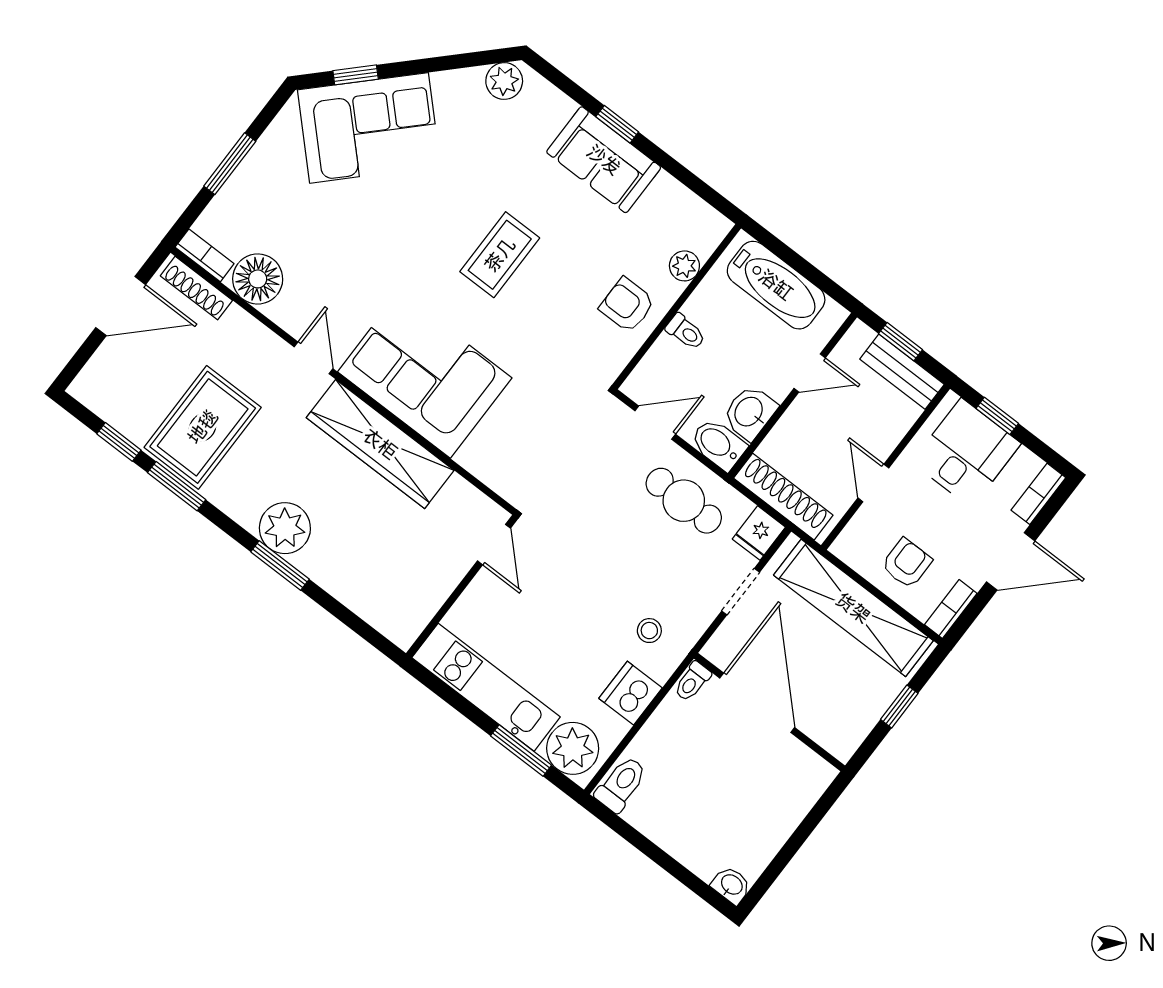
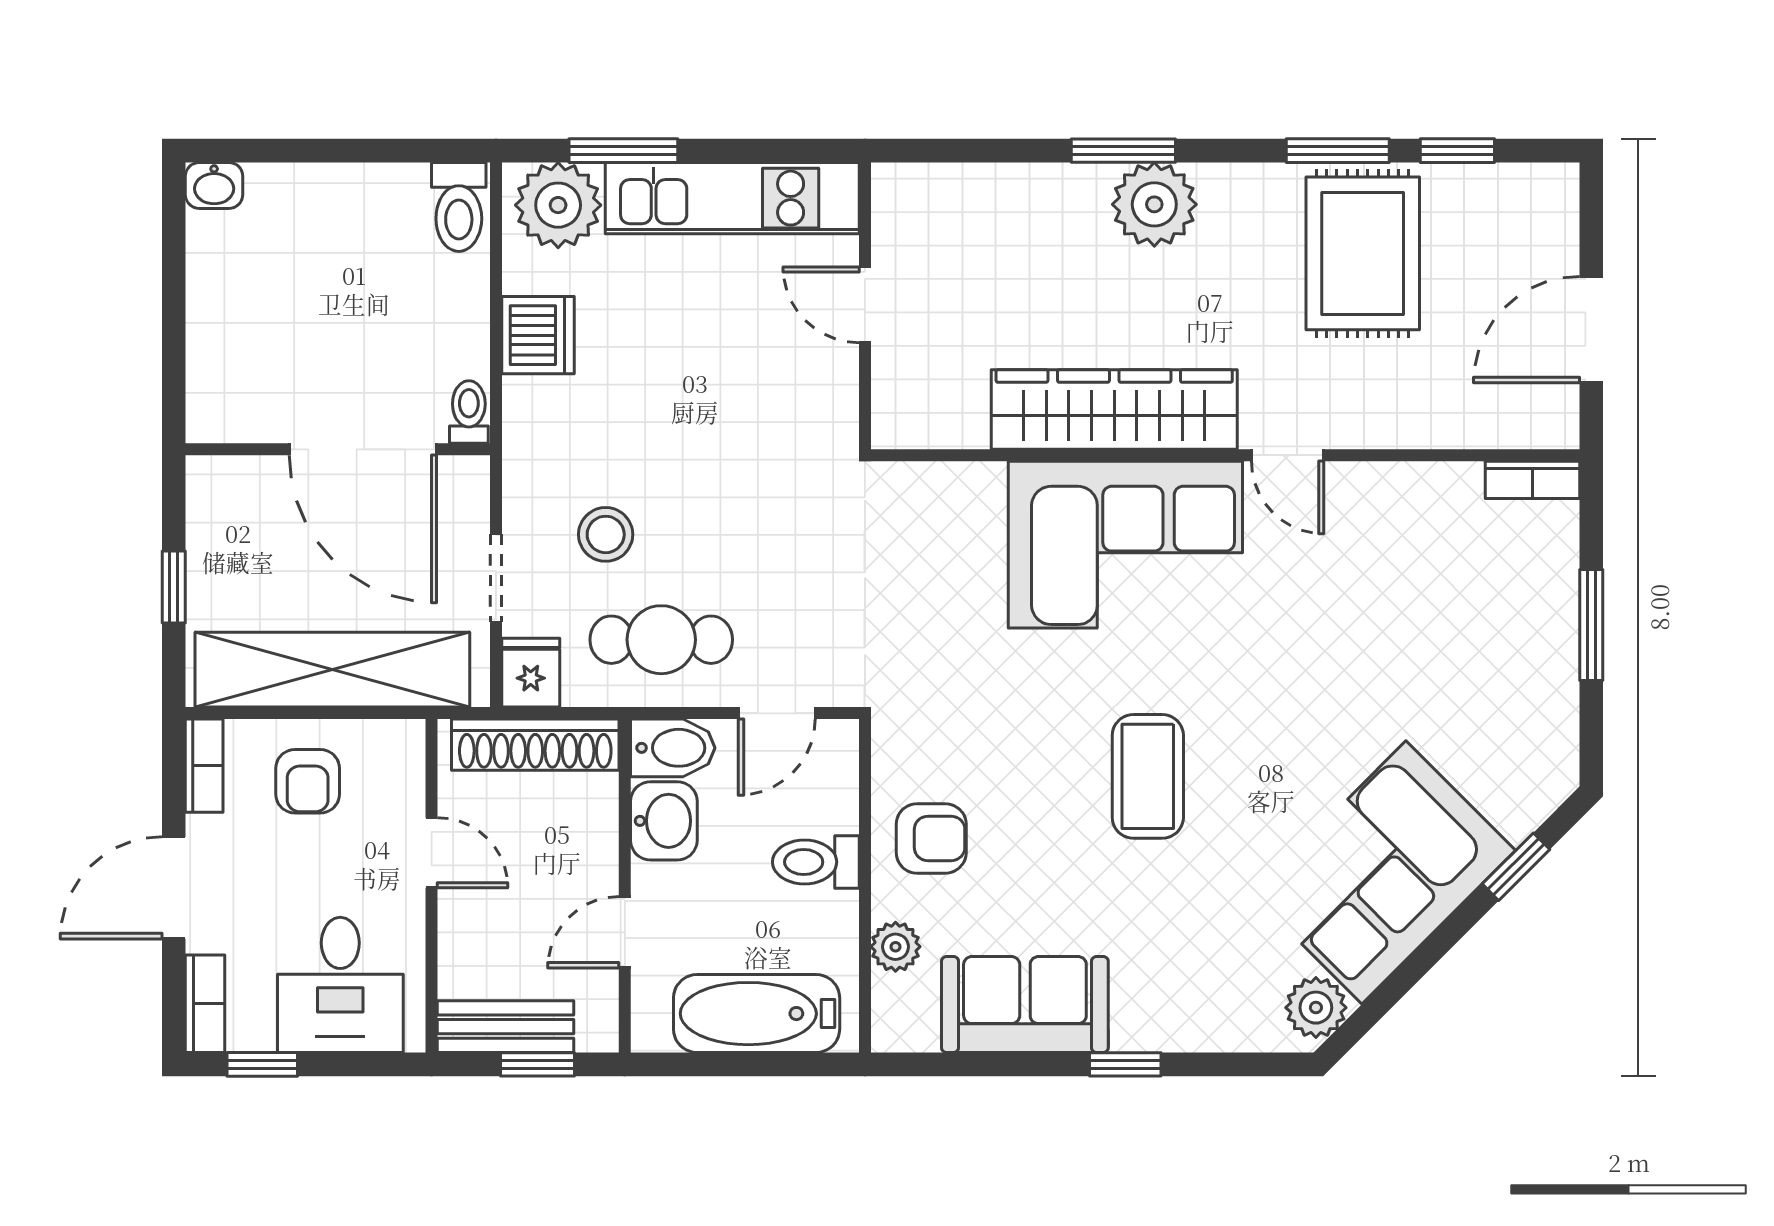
corner sofa: (369, 128) -> (1384, 872), moved
sofa: (604, 160) -> (1025, 1004), moved
floor lamp: (258, 279) -> (1439, 502), removed
shoe rack: (196, 288) -> (1510, 429), removed
toilet: (686, 332) -> (816, 862), width x1.37, depth x1.39
window: (997, 416) -> (262, 1064), moved
door: (494, 545) -> (865, 305), moved
stool: (649, 631) -> (606, 534), moved, width x1.37, depth x1.37

